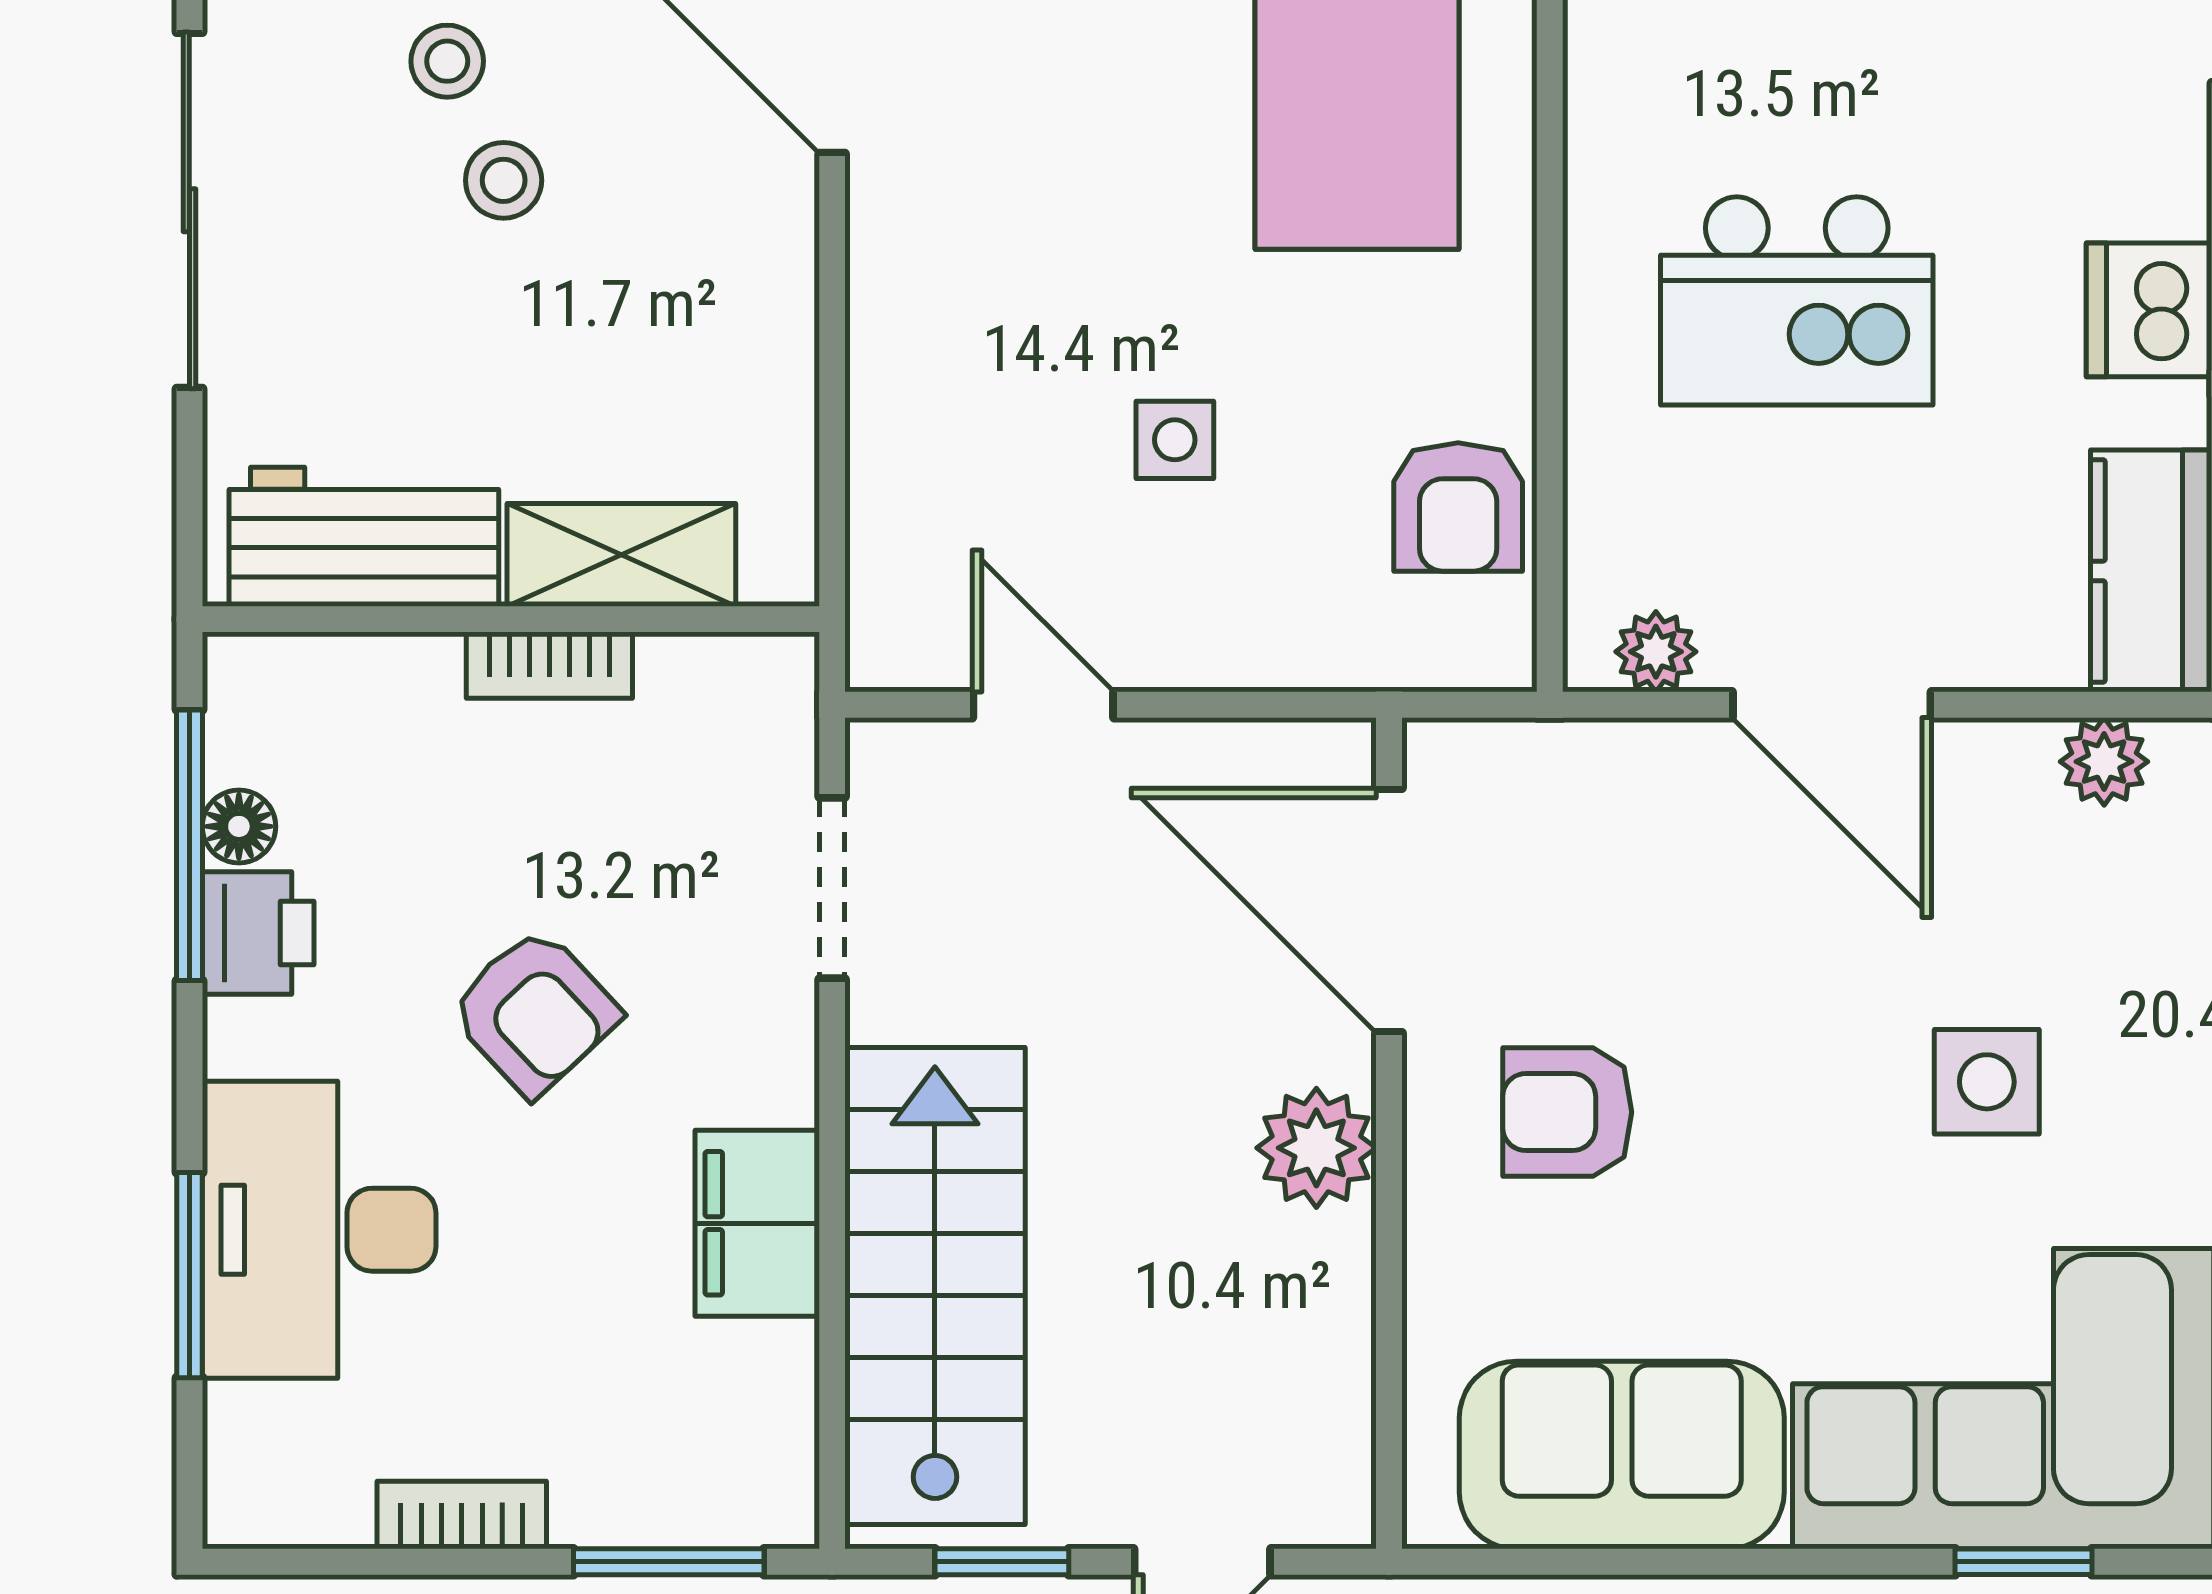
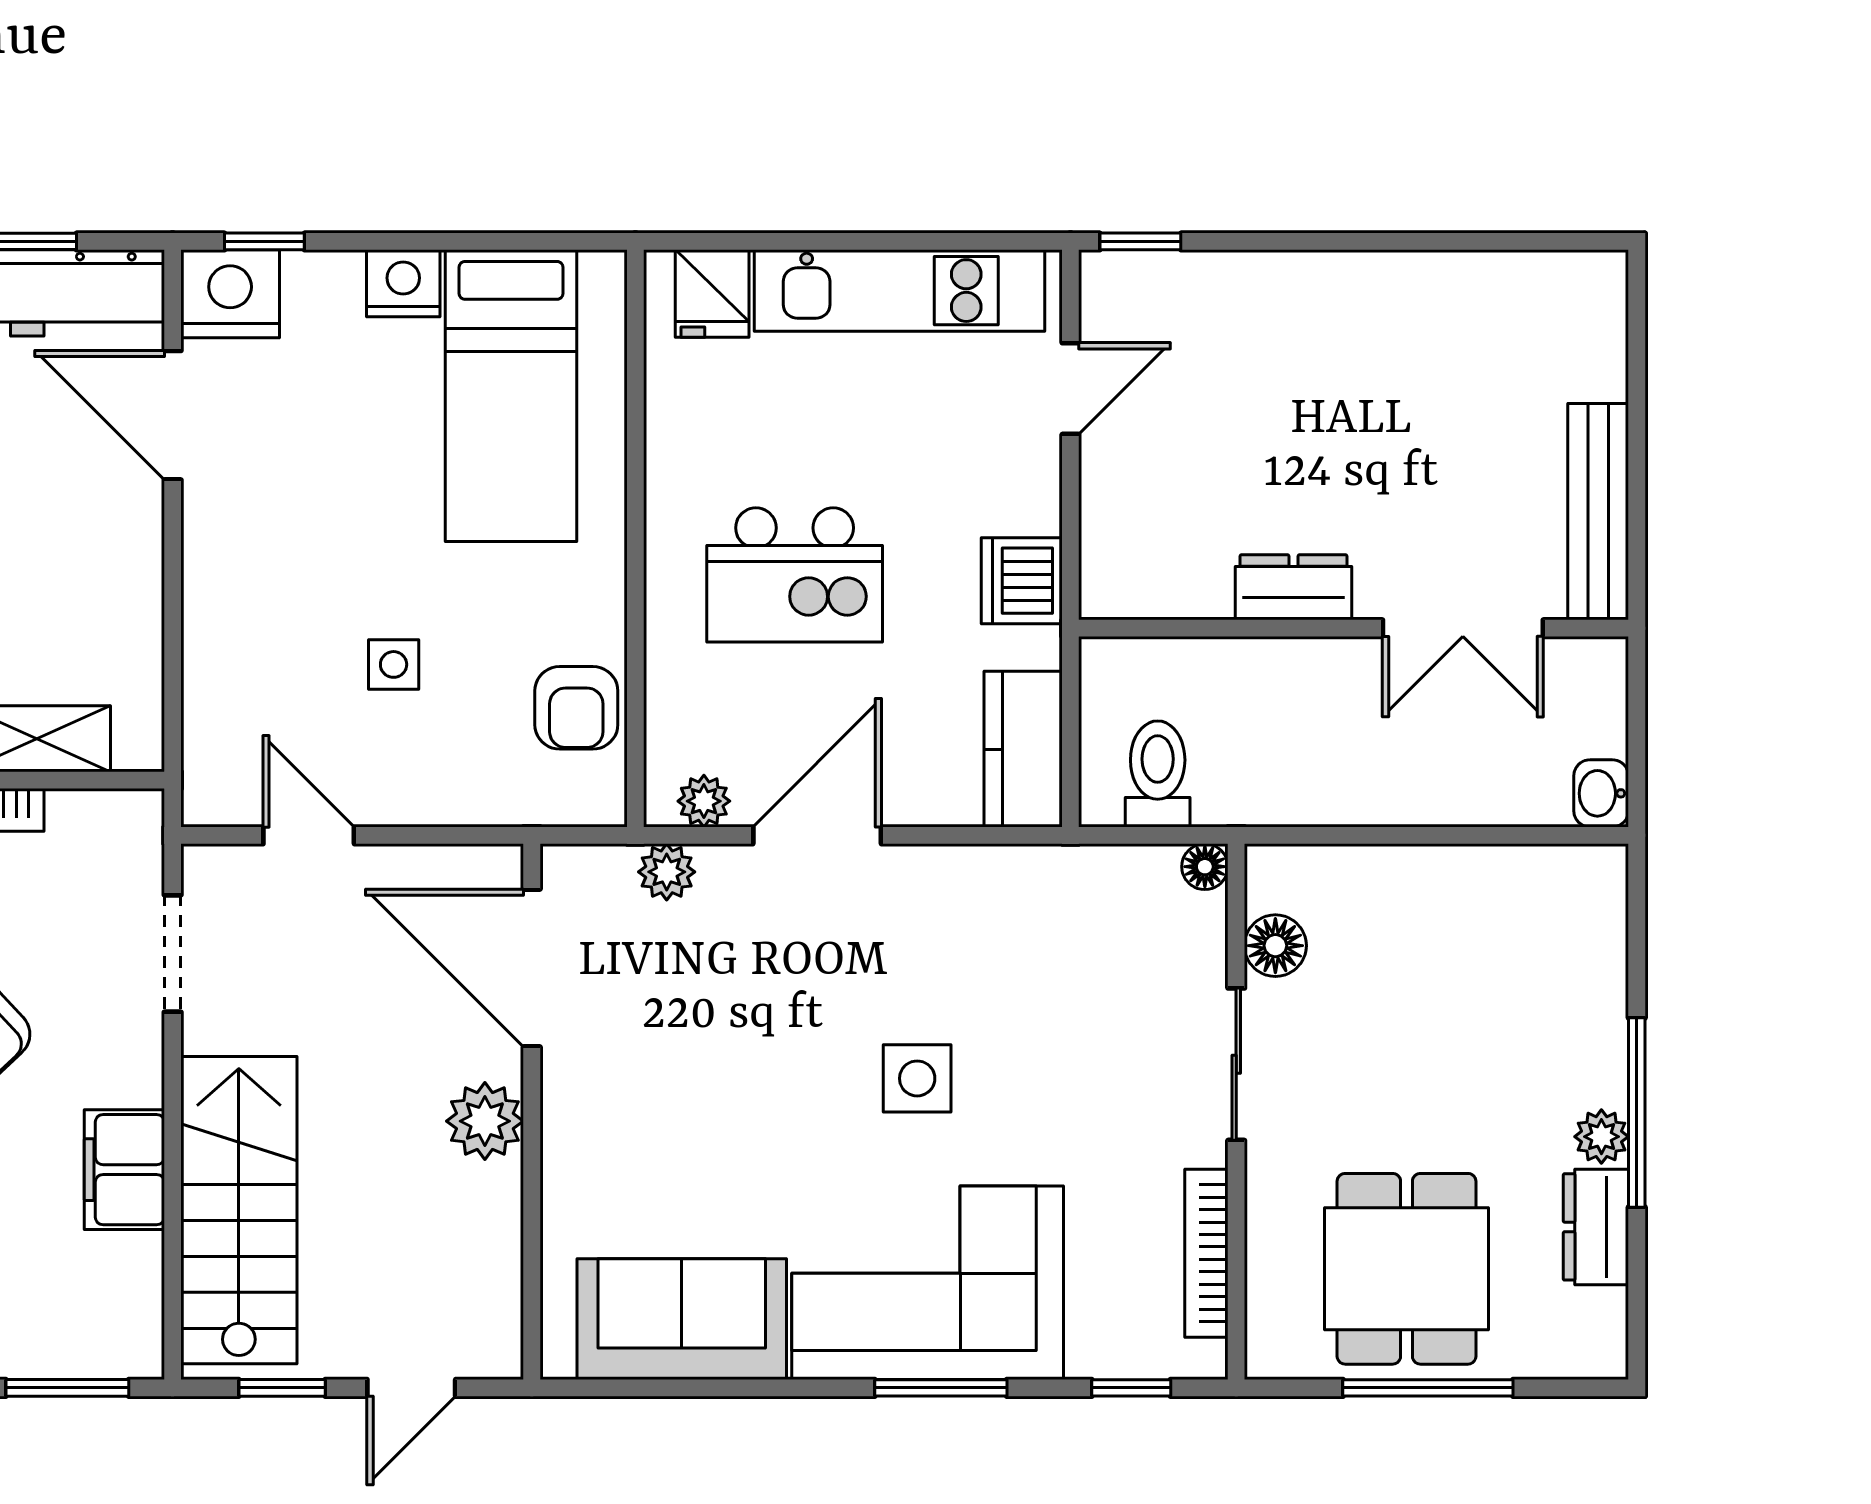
door: (1832, 705) -> (817, 835), swing flipped
plant: (2104, 762) -> (667, 872), moved
armchair: (1567, 1112) -> (647, 1098), removed
window: (2024, 1562) -> (941, 1388), width x1.50

